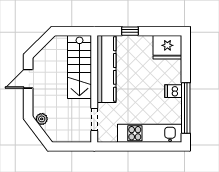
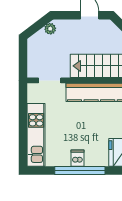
window: (186, 108) -> (80, 170), moved

